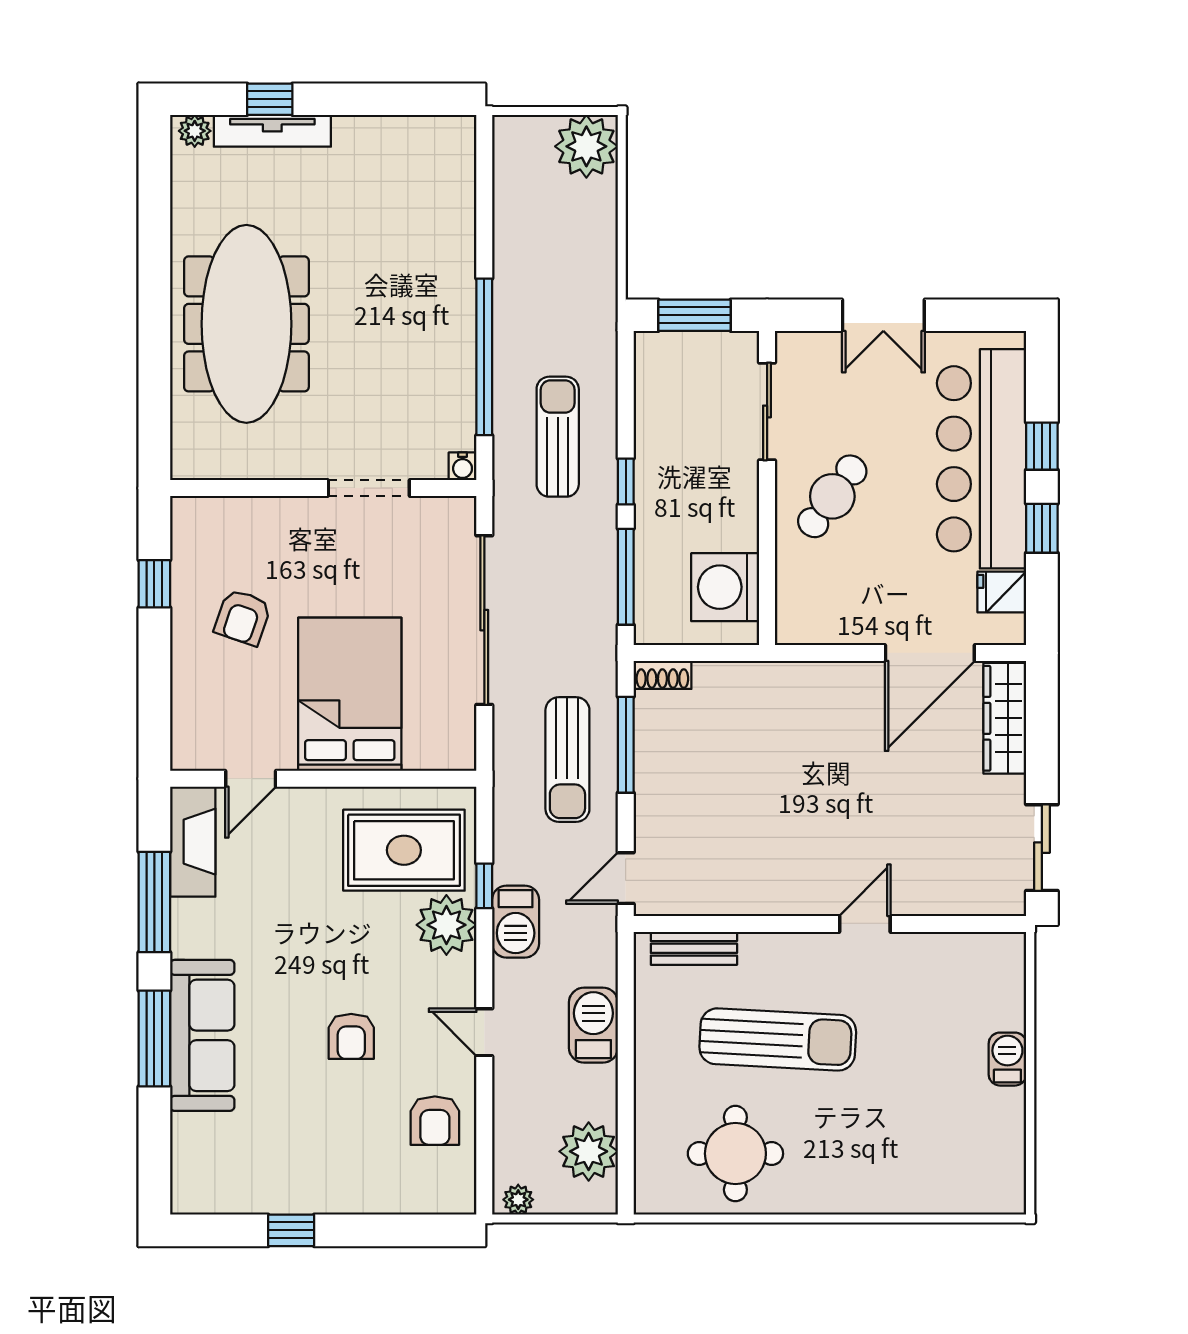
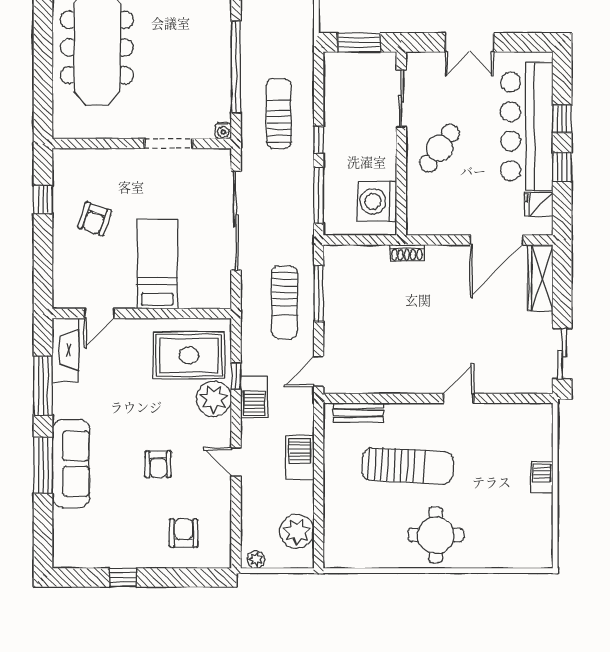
shoe rack: (662, 675) -> (407, 253), moved
bed: (350, 694) -> (157, 264), width x0.67
armchair: (435, 1121) -> (184, 533), moved, turned 180
round table: (735, 1154) -> (436, 535), moved

